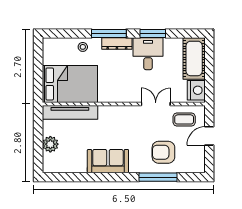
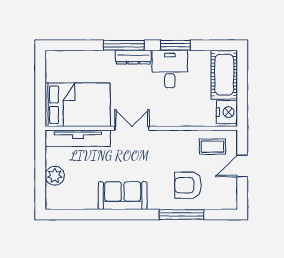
stool: (83, 47) -> (93, 61), removed
double door: (156, 104) -> (132, 128), moved

